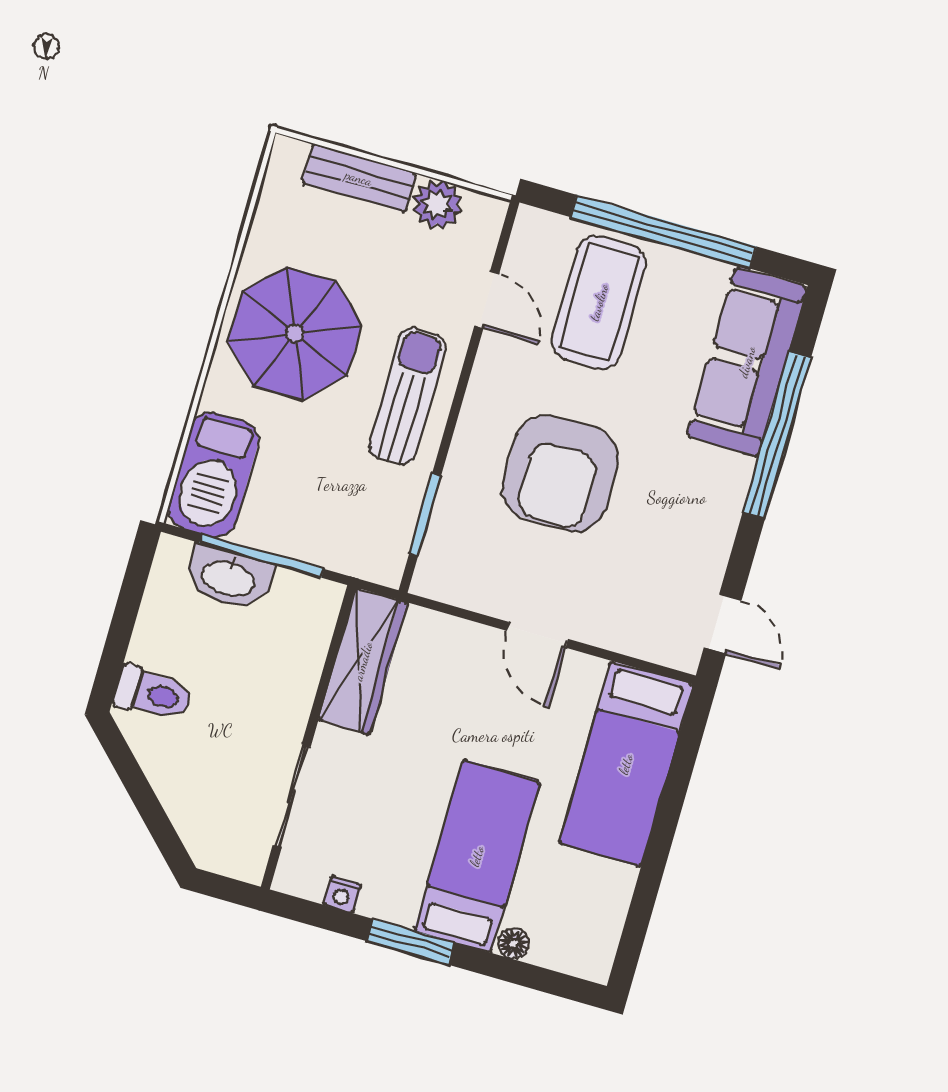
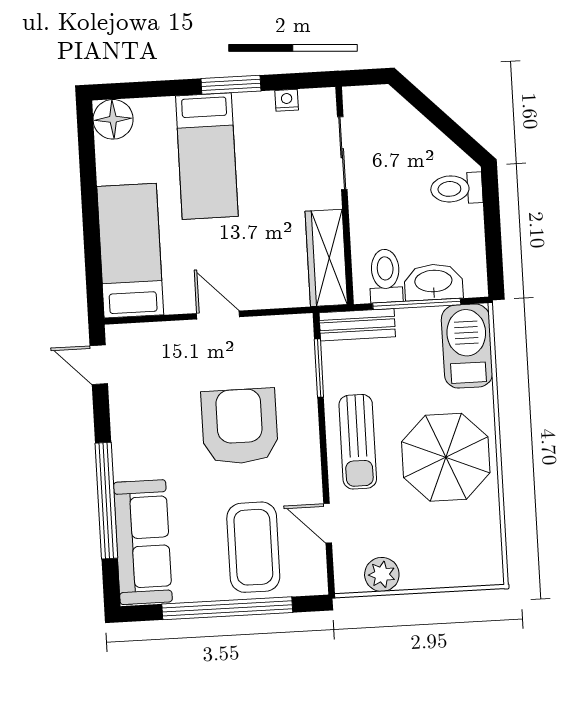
bench: (359, 178) -> (357, 325), moved
toilet: (291, 609) -> (385, 276), added
floor lamp: (513, 943) -> (113, 119), moved, width x1.89, depth x1.89

